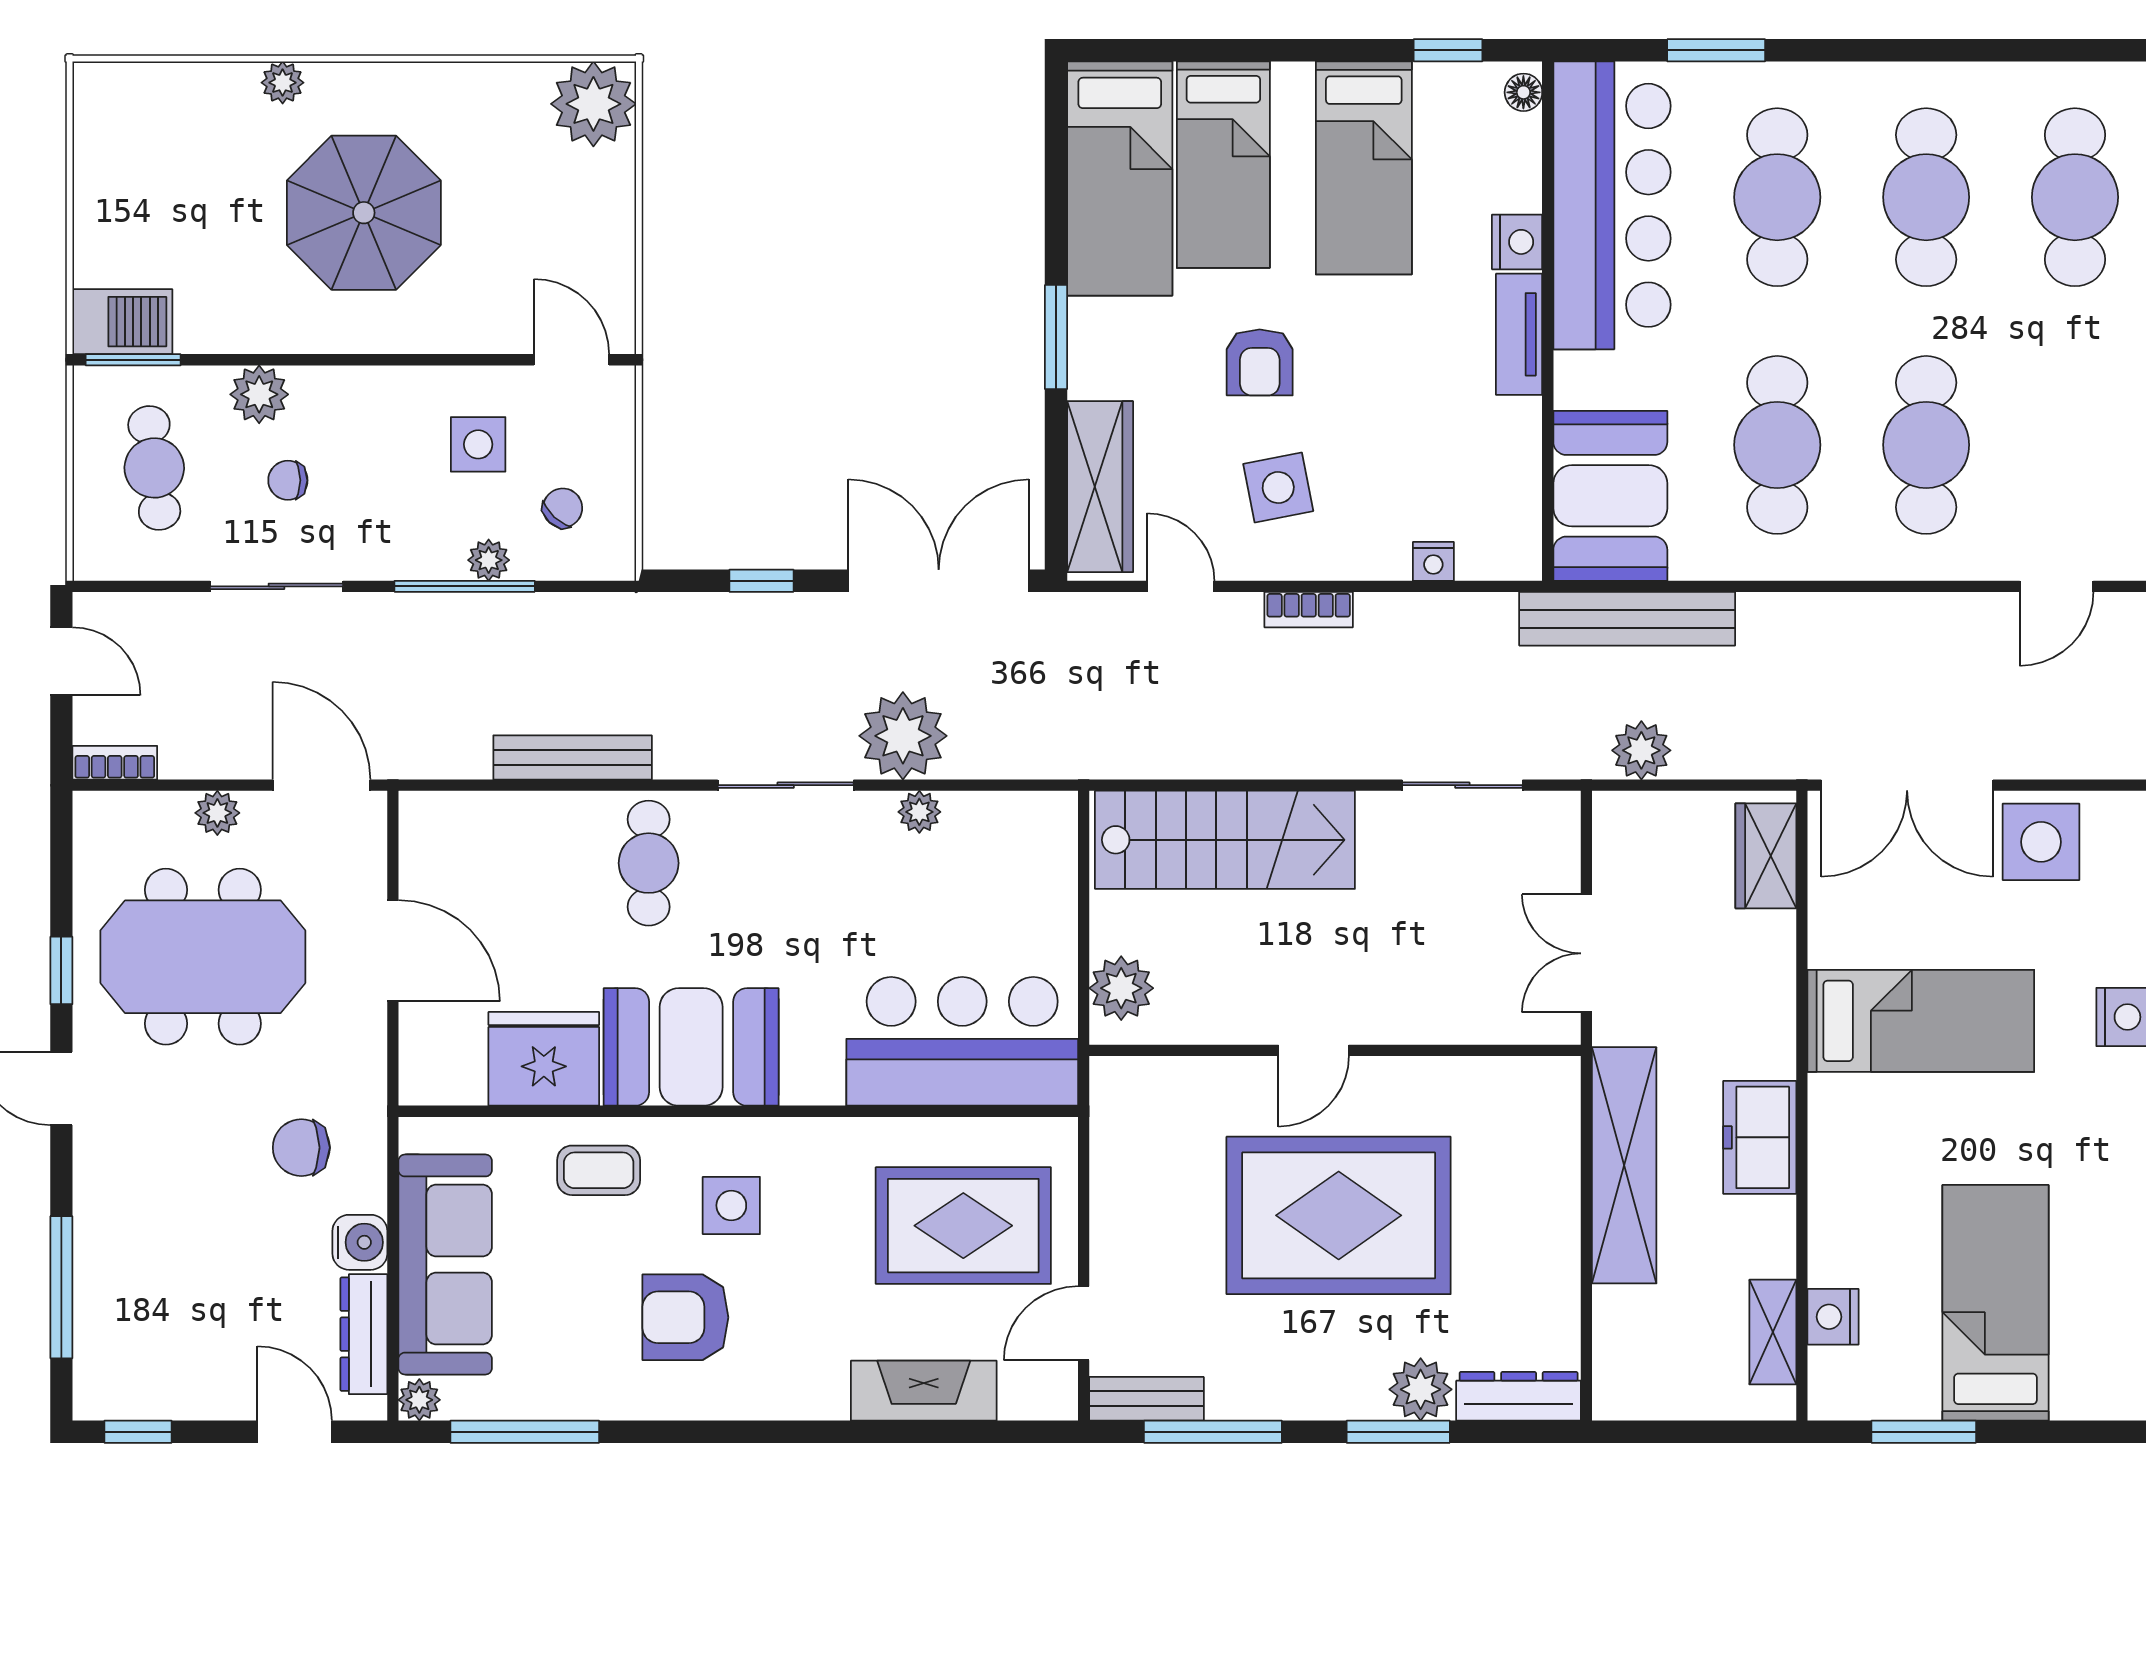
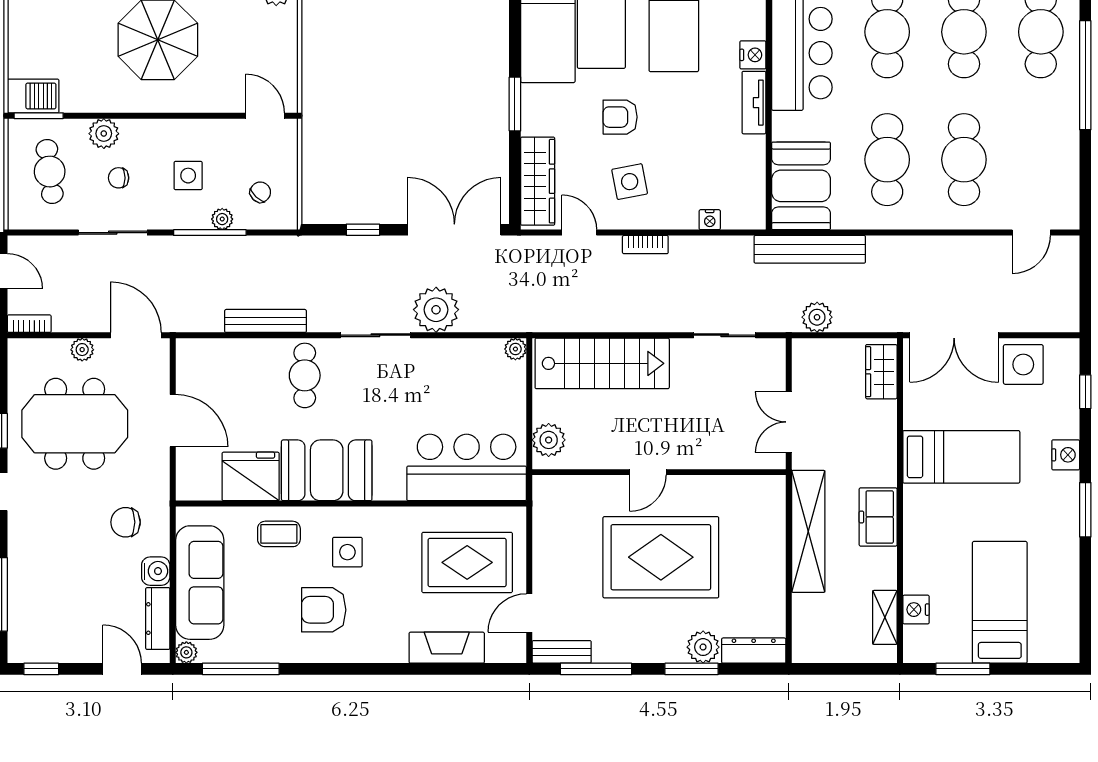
armchair: (1260, 362) -> (620, 117), turned 90
side table: (478, 444) -> (188, 176), moved
plant: (919, 812) -> (515, 349), moved

